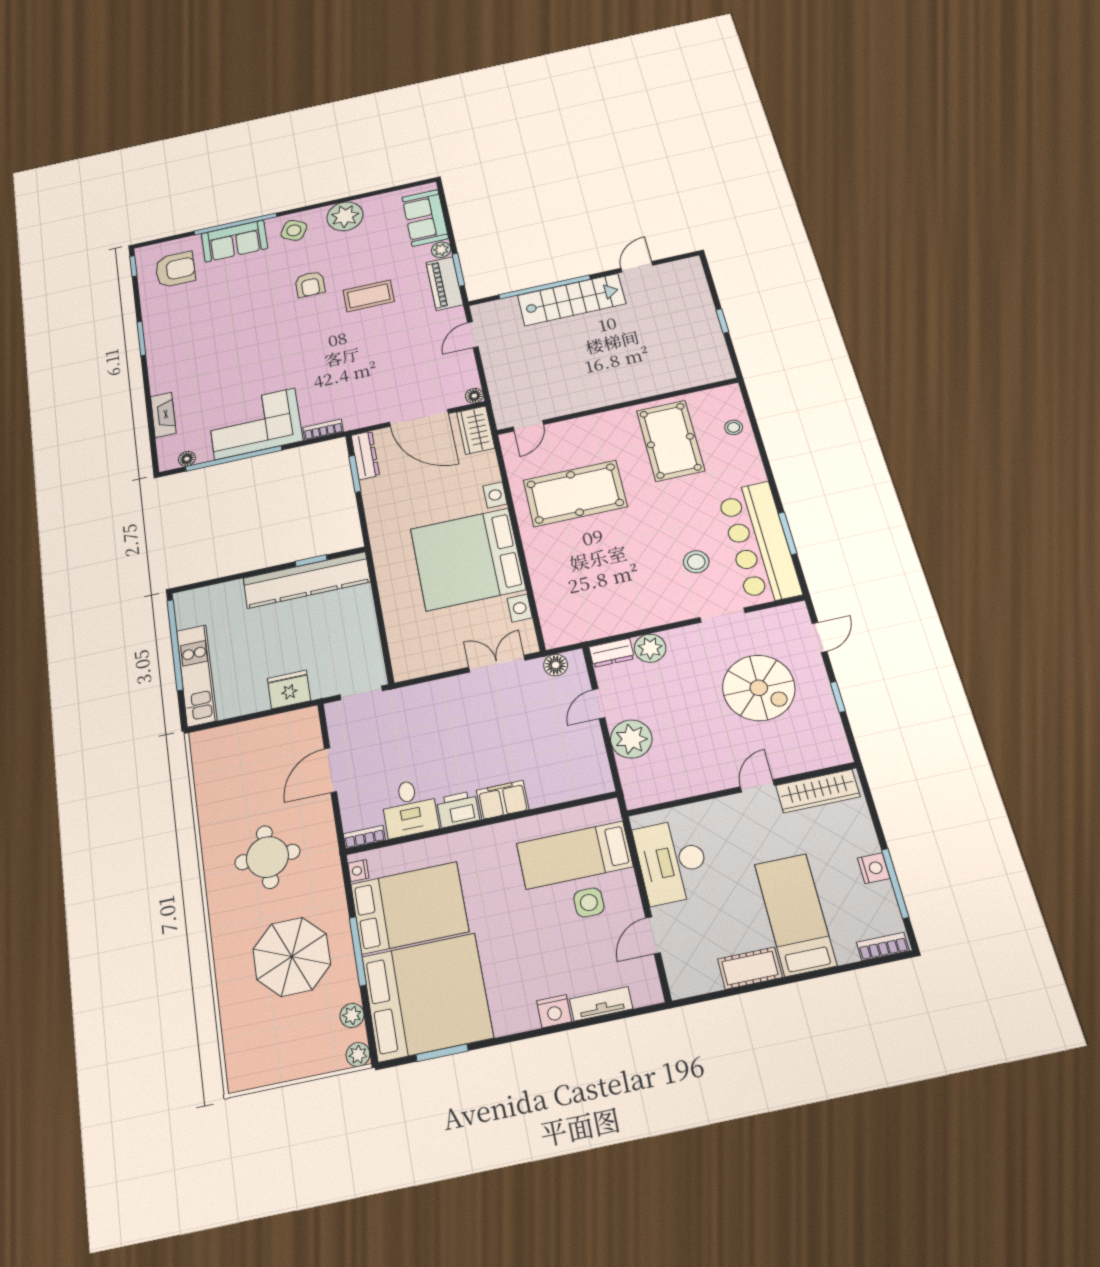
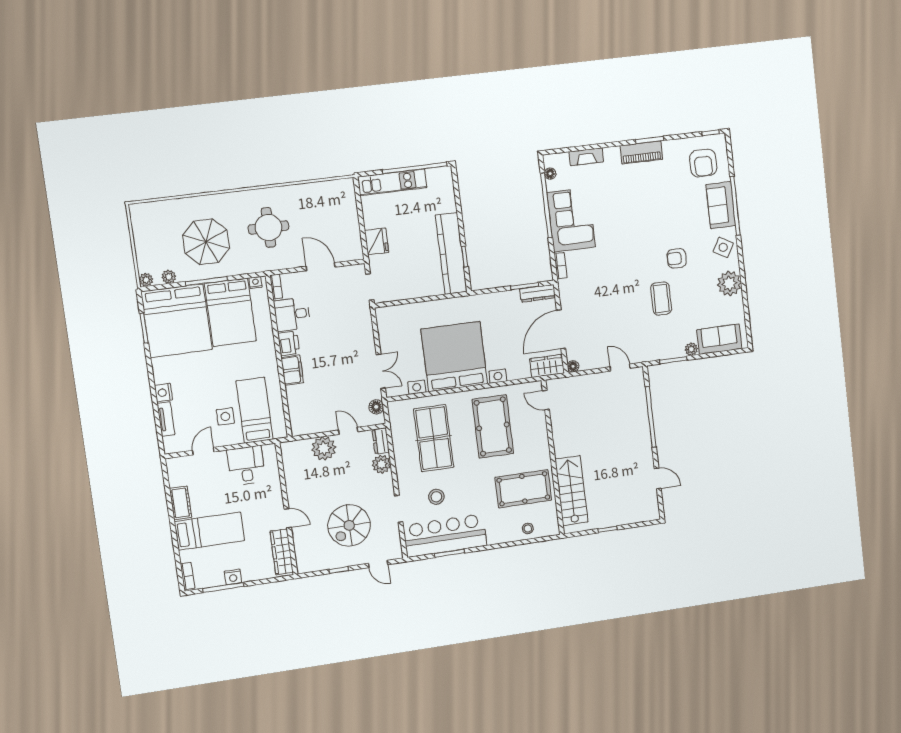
piano: (445, 284) -> (641, 152), moved, turned 180
stairs: (572, 300) -> (571, 491), moved, turned 180
table tennis table: (600, 575) -> (434, 438), added
desk: (672, 861) -> (246, 466), width x0.73
door: (653, 935) -> (203, 451), hinge flipped

